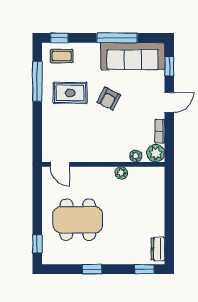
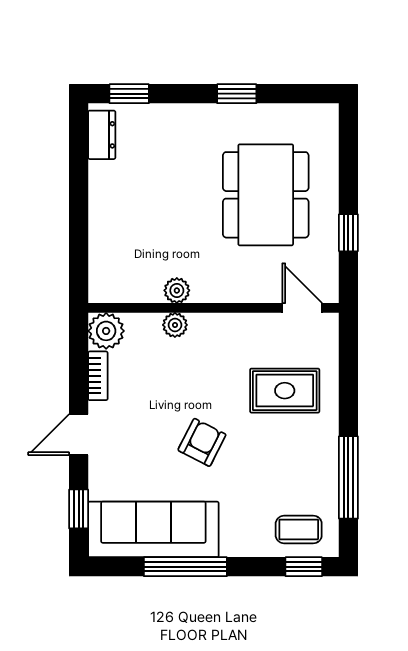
rug: (70, 93) -> (285, 391), moved
plant: (136, 156) -> (175, 325), moved
dining table: (78, 220) -> (266, 195), turned 90
window: (37, 244) -> (348, 233), moved

